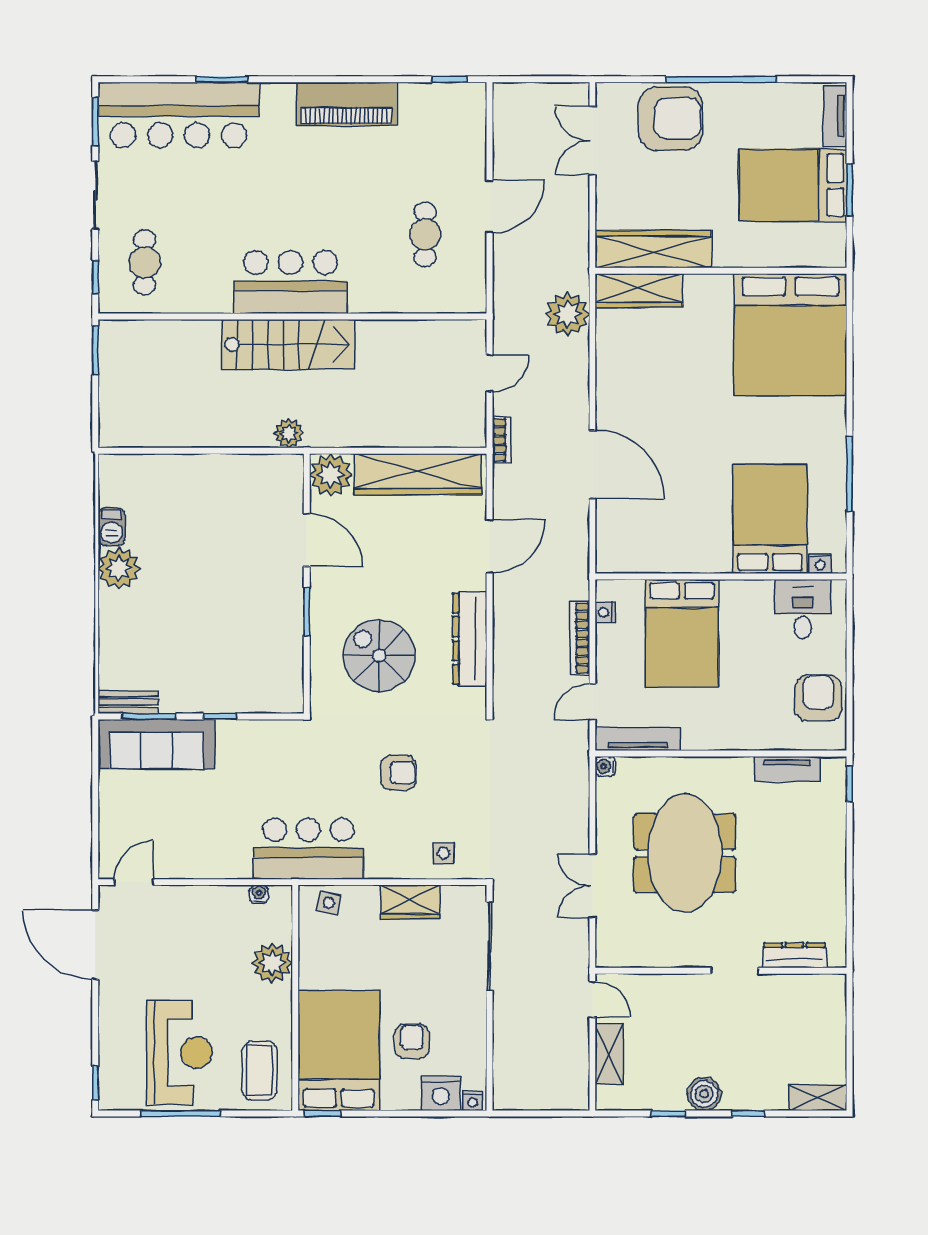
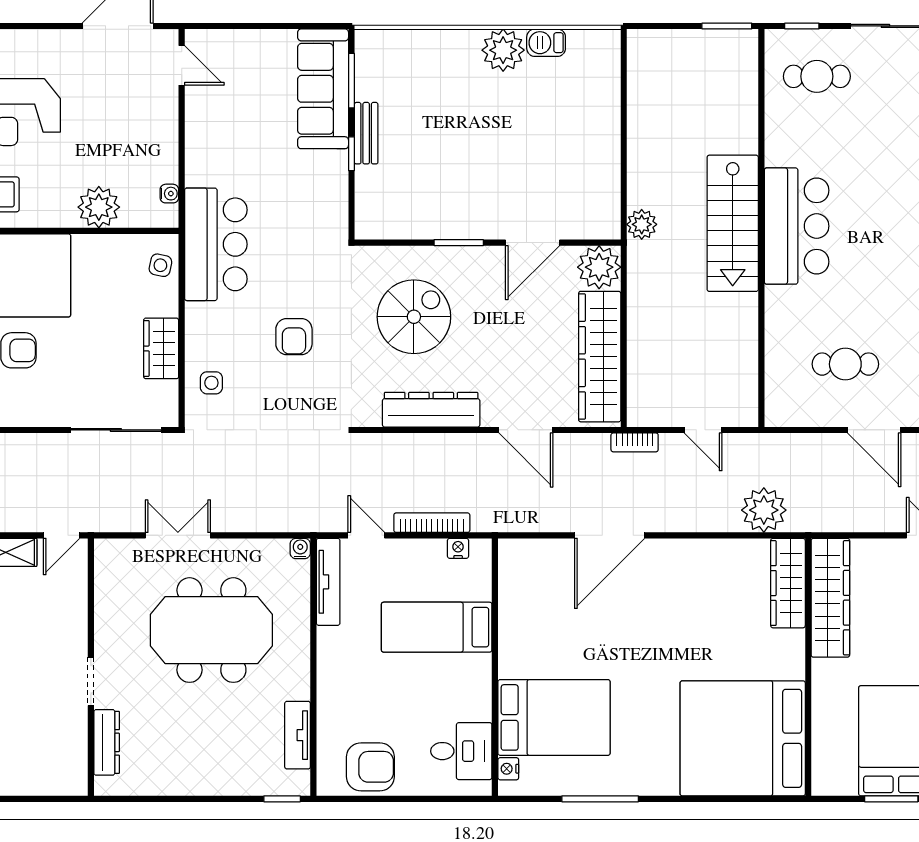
bed: (682, 633) -> (437, 627), width x0.67
bench: (128, 702) -> (366, 133), moved

